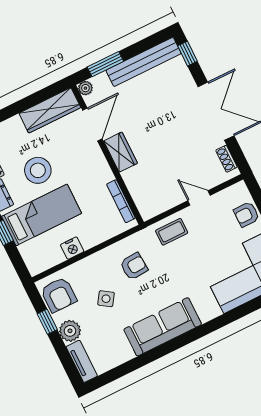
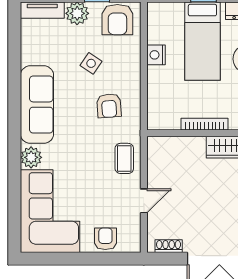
bookcase: (121, 201) -> (205, 124), moved
armchair: (59, 295) -> (117, 20), turned -90
plant: (209, 310) -> (31, 157), added

